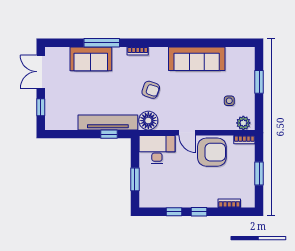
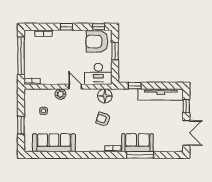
sofa: (91, 59) -> (137, 143), moved
sofa: (197, 59) -> (54, 143), moved
tv unit: (108, 122) -> (161, 94), moved
plant: (243, 123) -> (60, 94), moved
armchair: (212, 152) -> (97, 41), moved
window: (259, 173) -> (21, 56), width x2.11
window: (174, 212) -> (99, 27), moved

